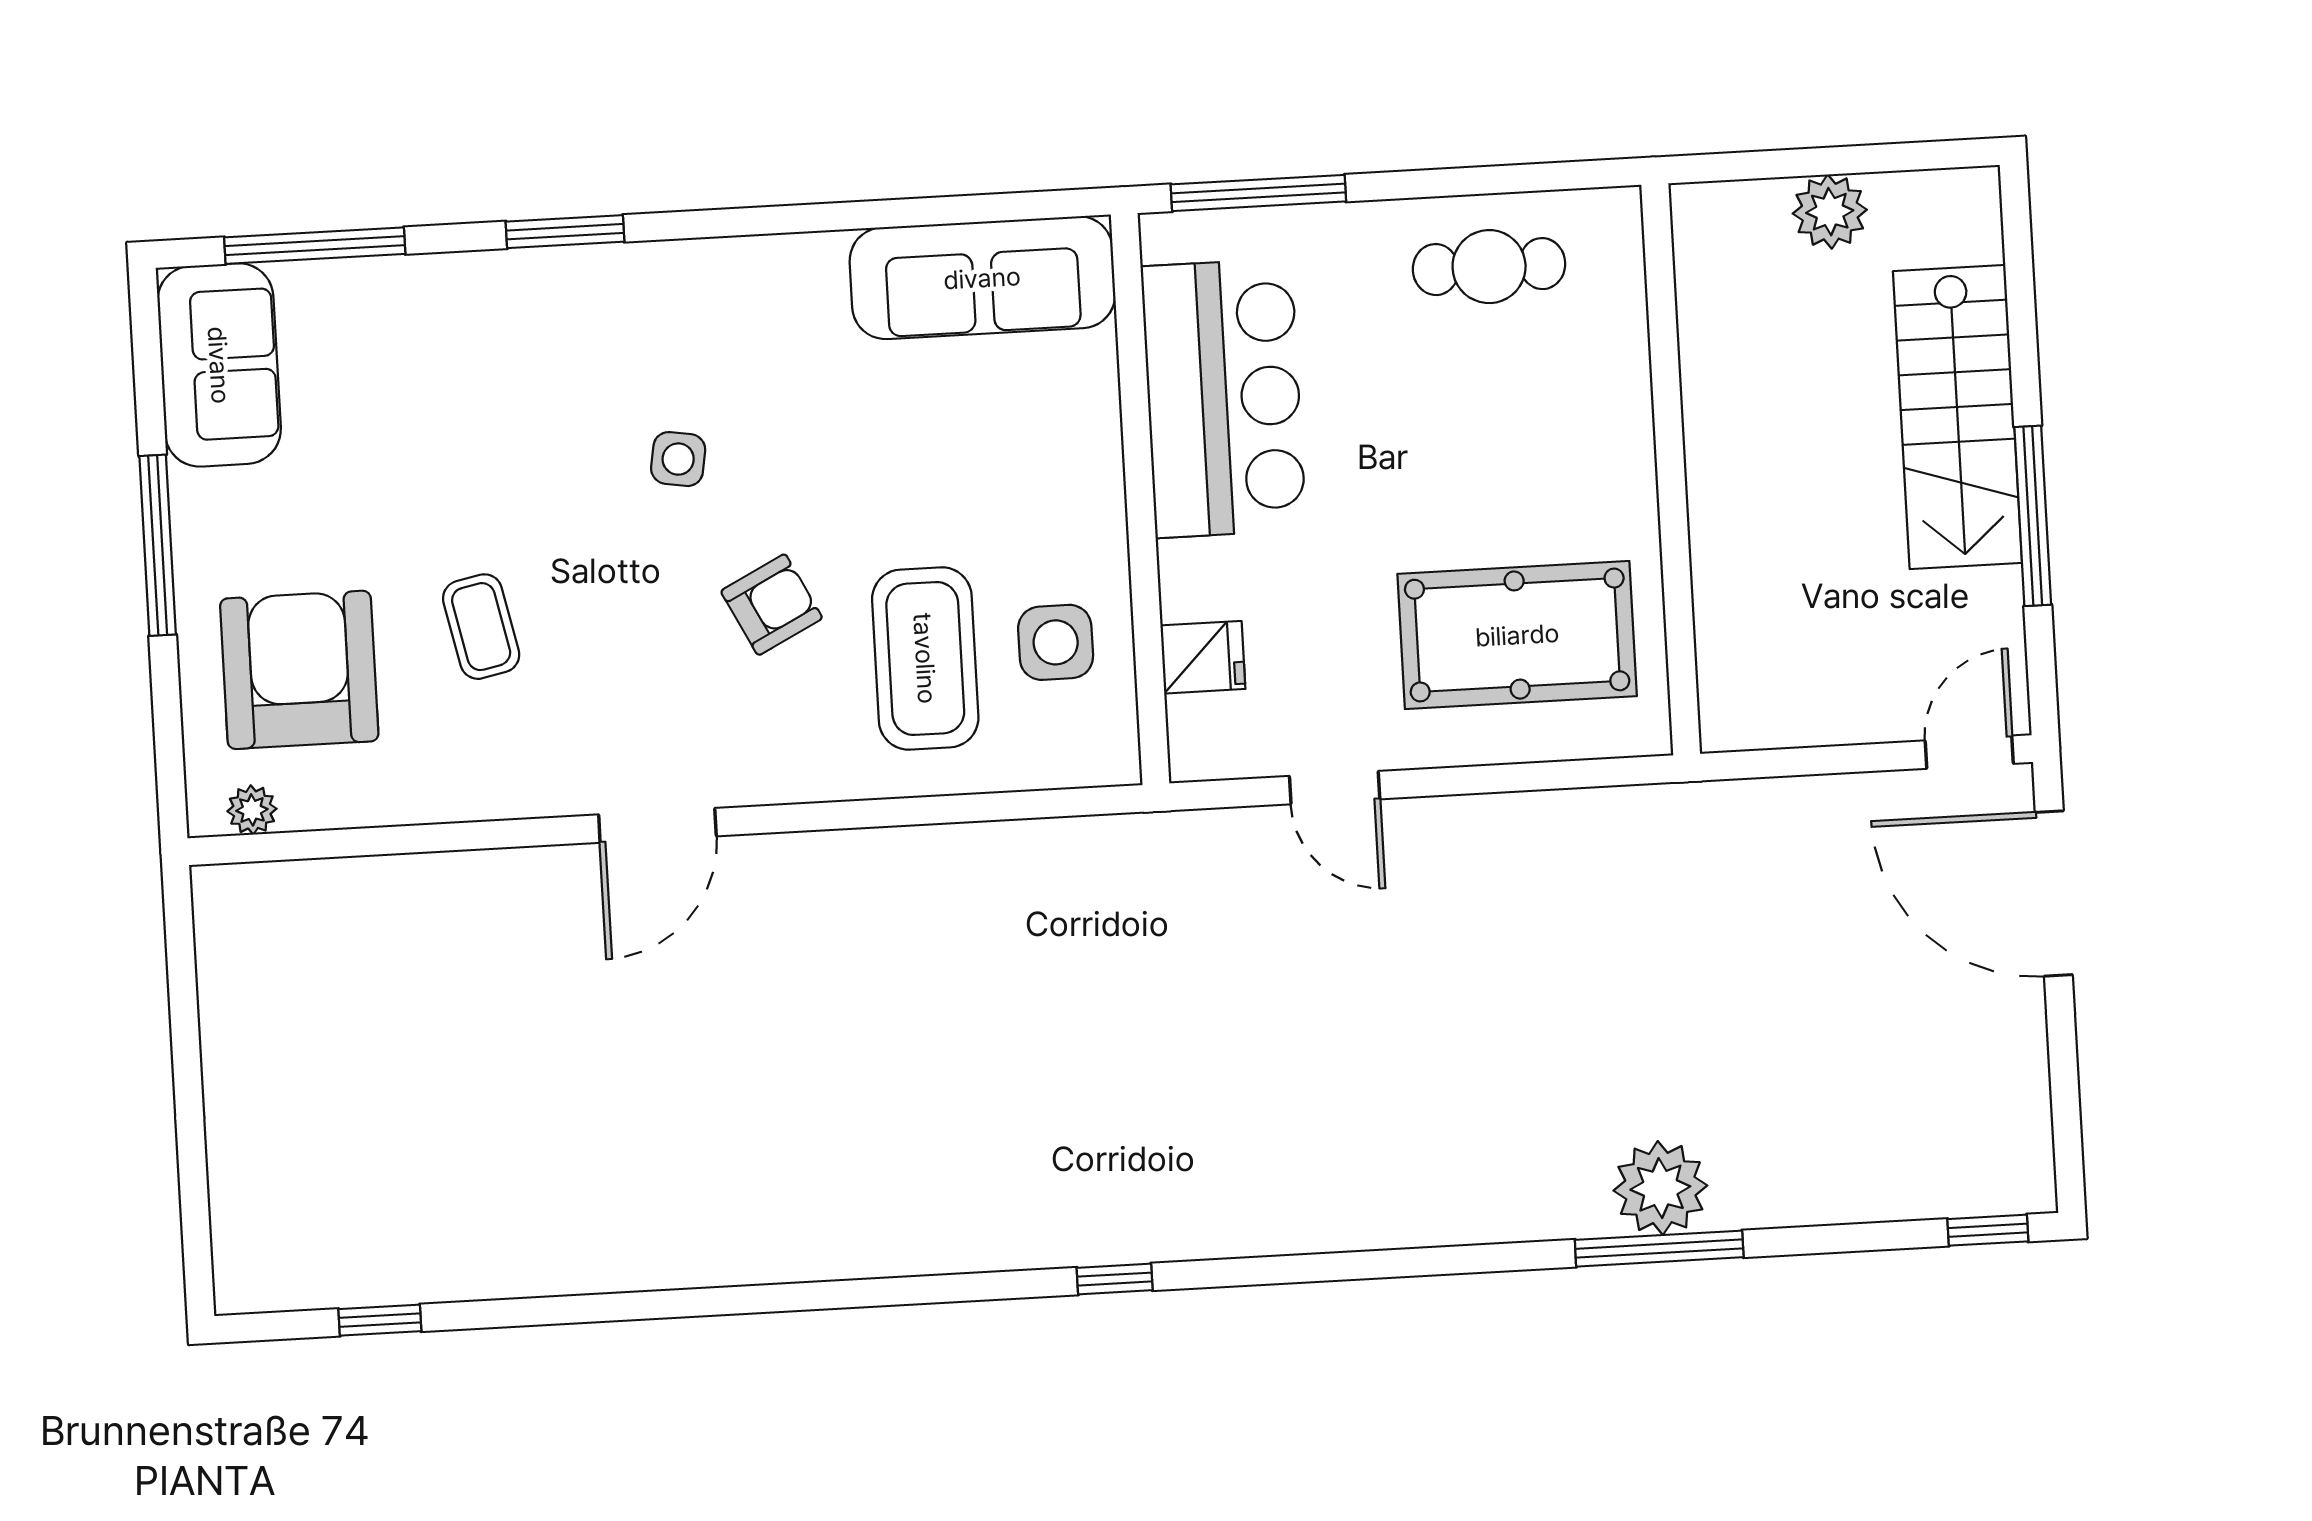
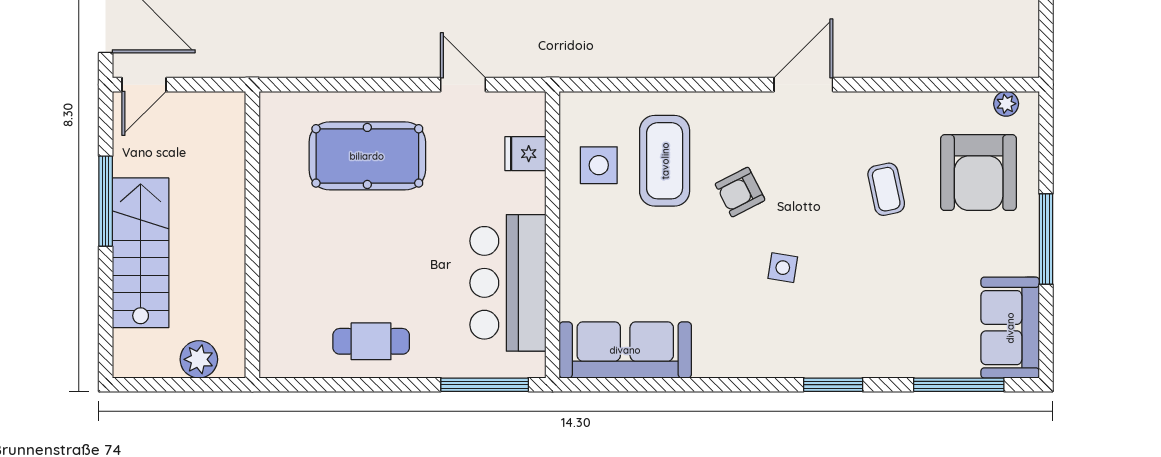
wall: (1671, 469) -> (252, 235), moved

